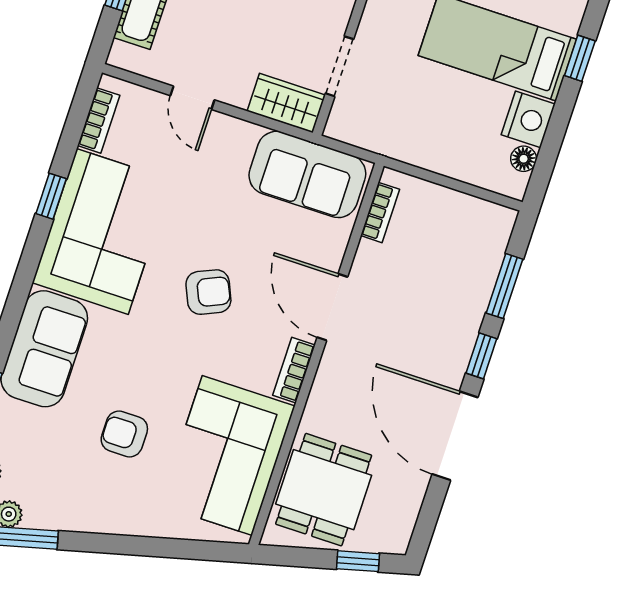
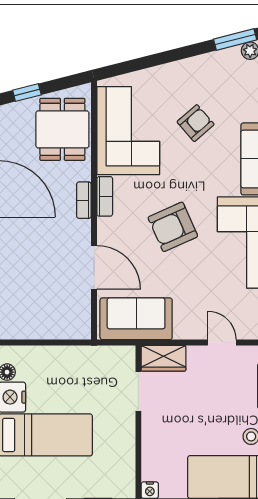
bookcase: (380, 212) -> (84, 200), moved
armchair: (208, 292) -> (173, 227), width x1.38, depth x1.38
door: (332, 307) -> (94, 267), moved
armchair: (124, 434) -> (196, 123), turned -41

